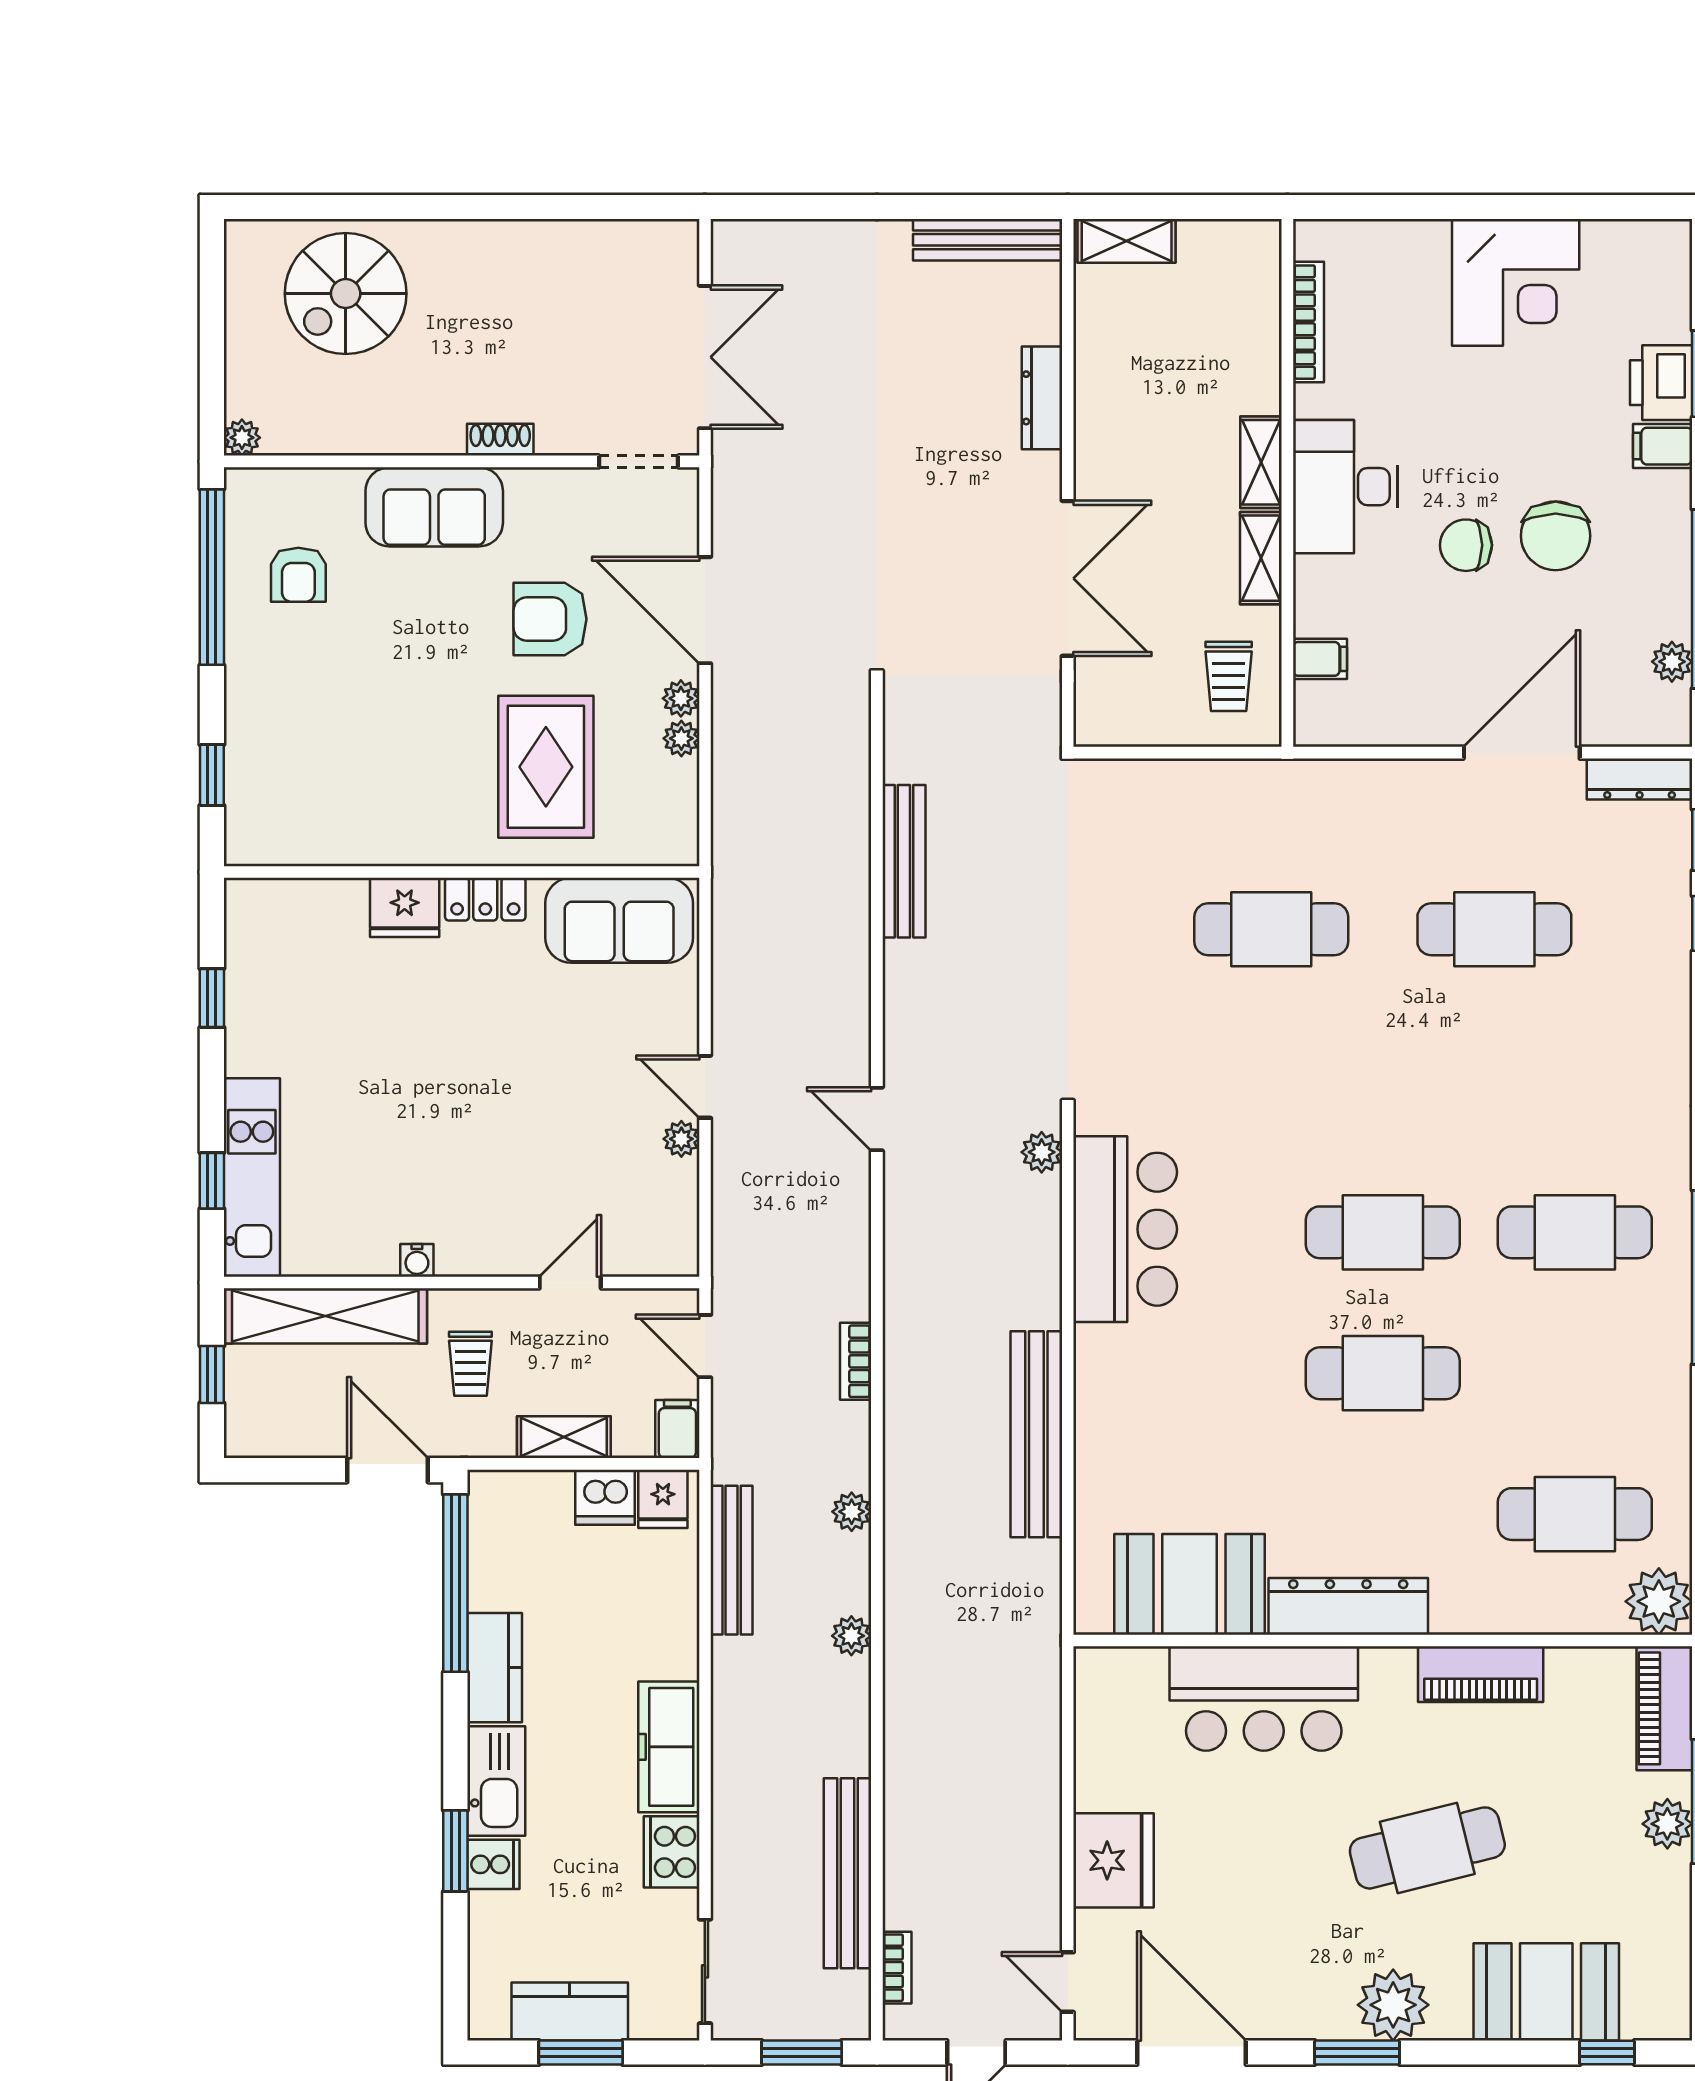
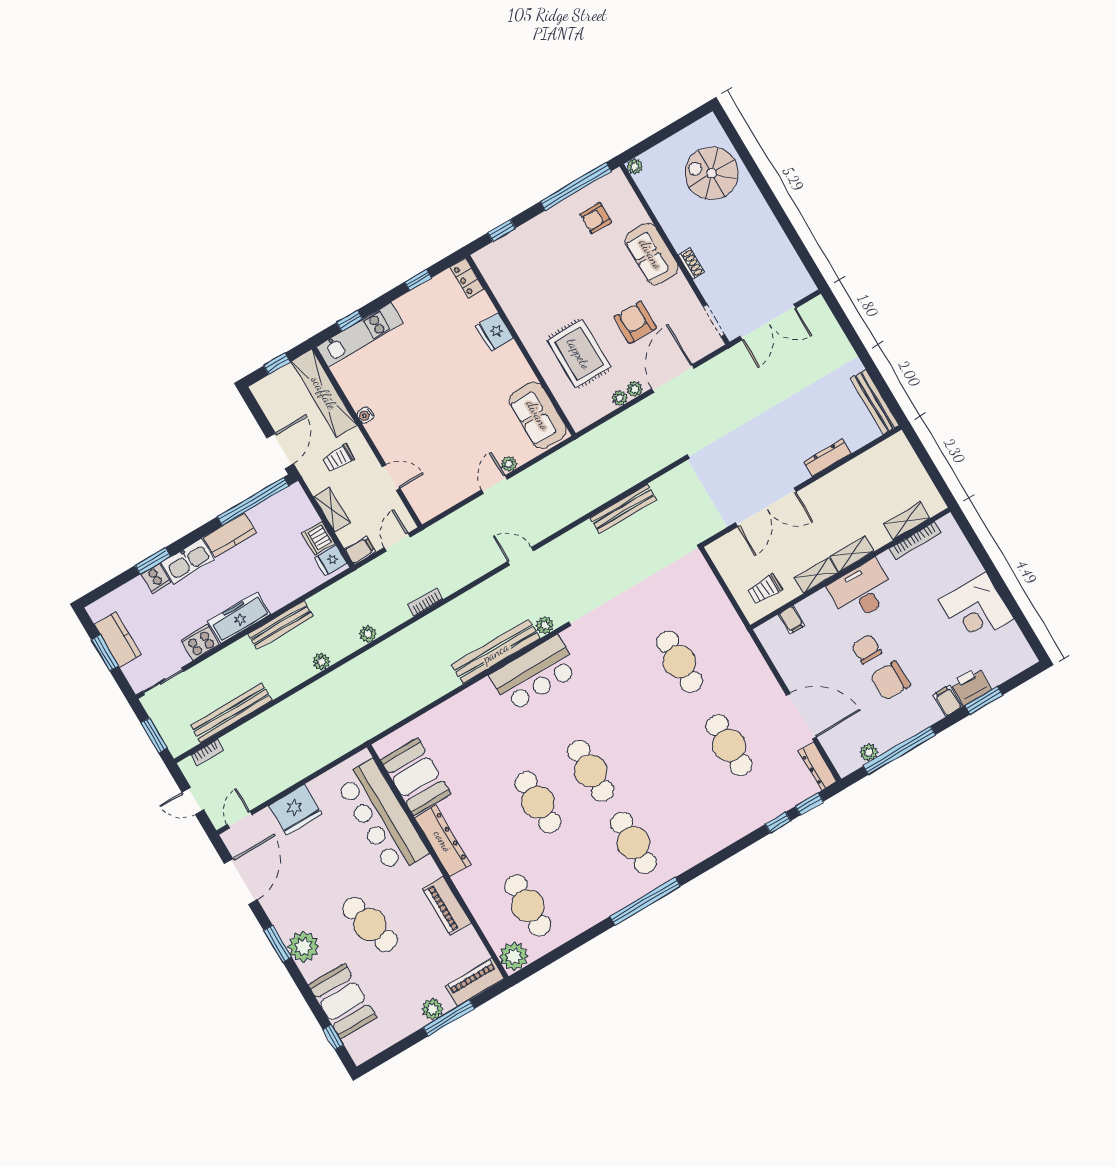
shelving: (1127, 241) -> (907, 521), moved, turned 90
rug: (546, 767) -> (579, 354), turned 90
locker: (485, 899) -> (467, 278), moved
door: (877, 1119) -> (521, 556), hinge flipped
plant: (681, 1139) -> (509, 464), moved
bench: (1036, 1434) -> (496, 652), moved
bench: (732, 1560) -> (280, 625), moved
bar counter: (1264, 1699) -> (382, 817), width x1.36

